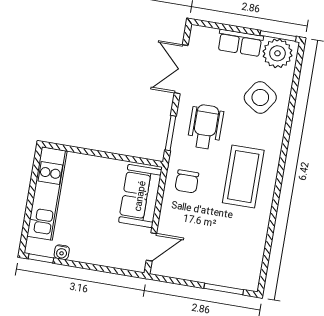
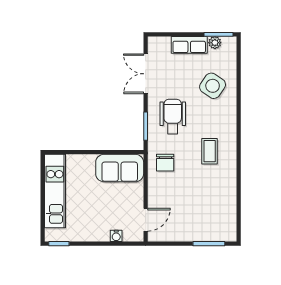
plant: (277, 53) -> (215, 43), width x0.53, depth x0.53
coffee table: (243, 177) -> (210, 151), width x0.54, depth x0.58
sofa: (140, 196) -> (120, 168), moved, turned -90
water cooler: (62, 252) -> (116, 236), moved

